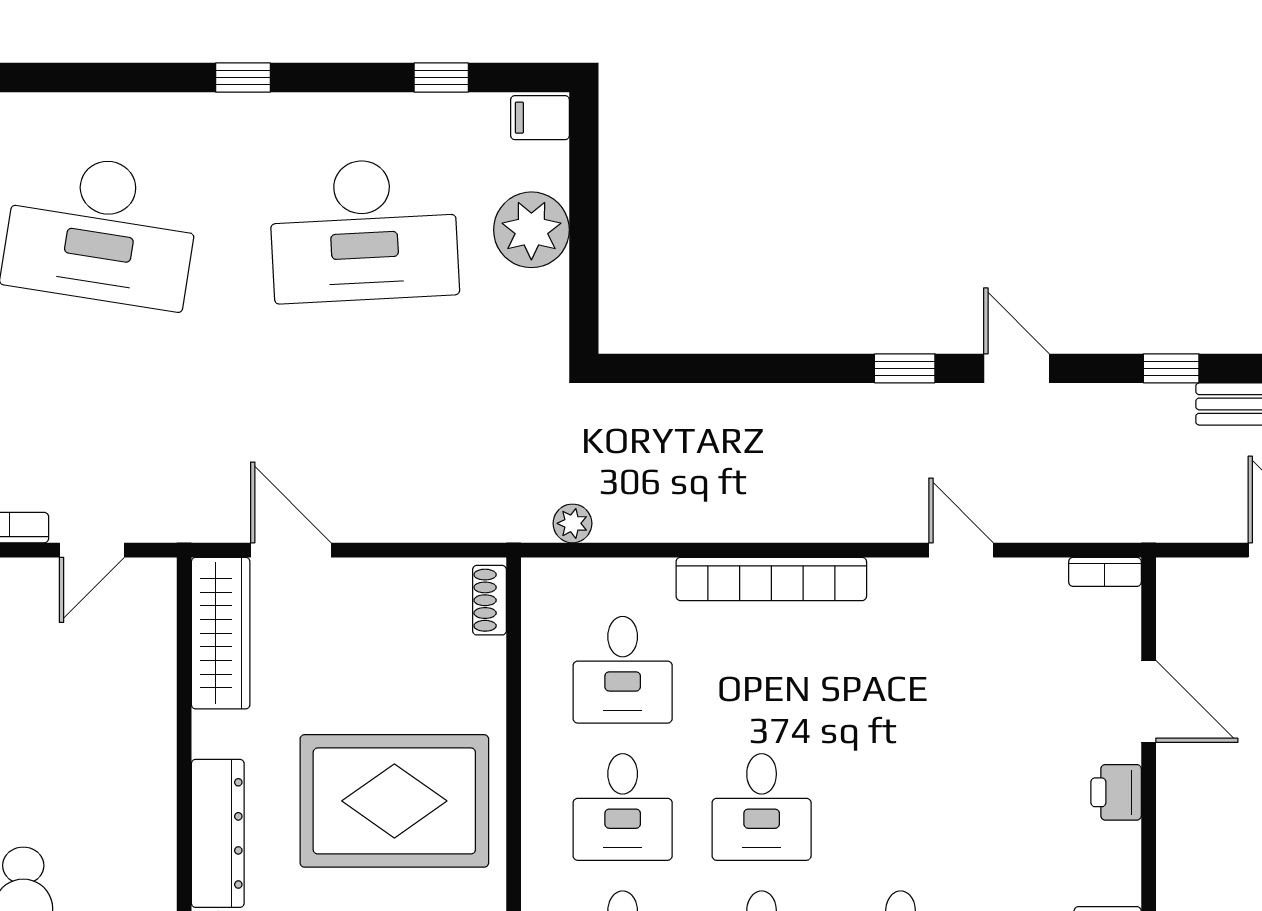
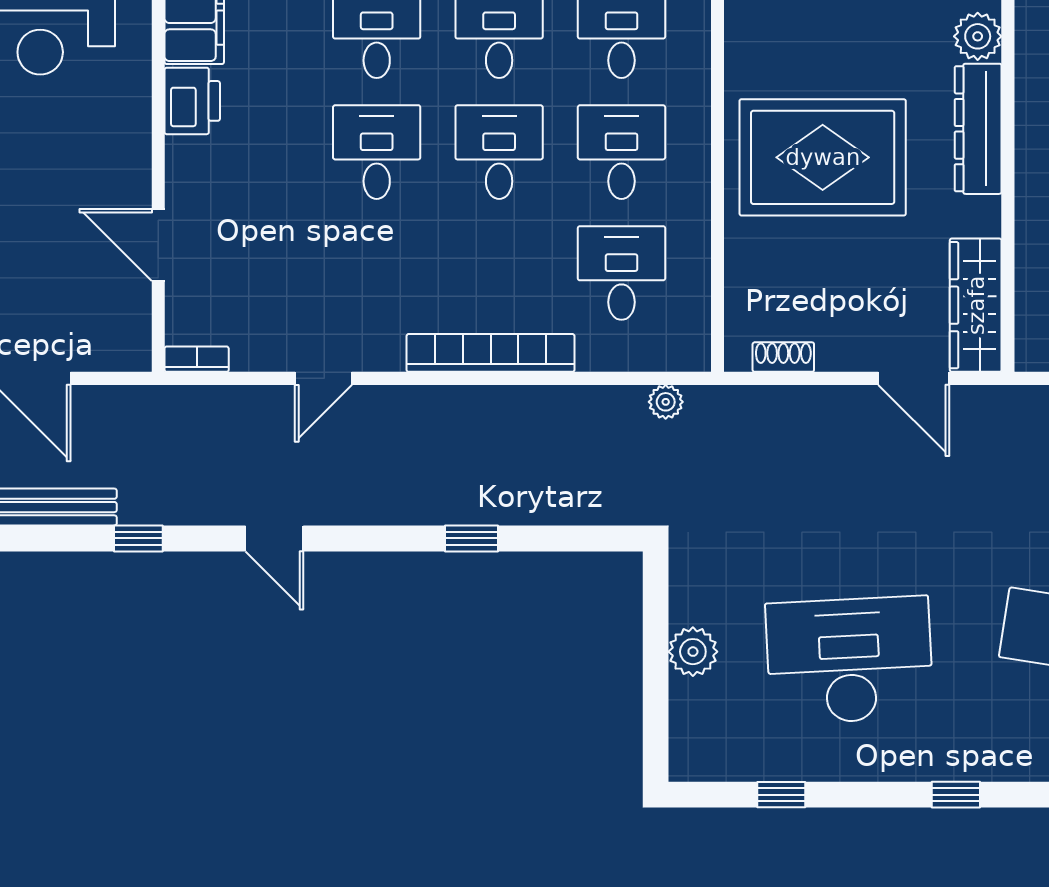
filing cabinet: (540, 118) -> (694, 759), removed
plant: (531, 230) -> (693, 652), width x0.73, depth x0.73
window: (905, 368) -> (471, 538), moved
door: (961, 550) -> (323, 378), hinge flipped
shoe rack: (489, 600) -> (783, 357), moved, turned -90
printer: (1116, 792) -> (192, 101), moved, width x1.36, depth x1.24
desk: (901, 807) -> (377, 152), added

